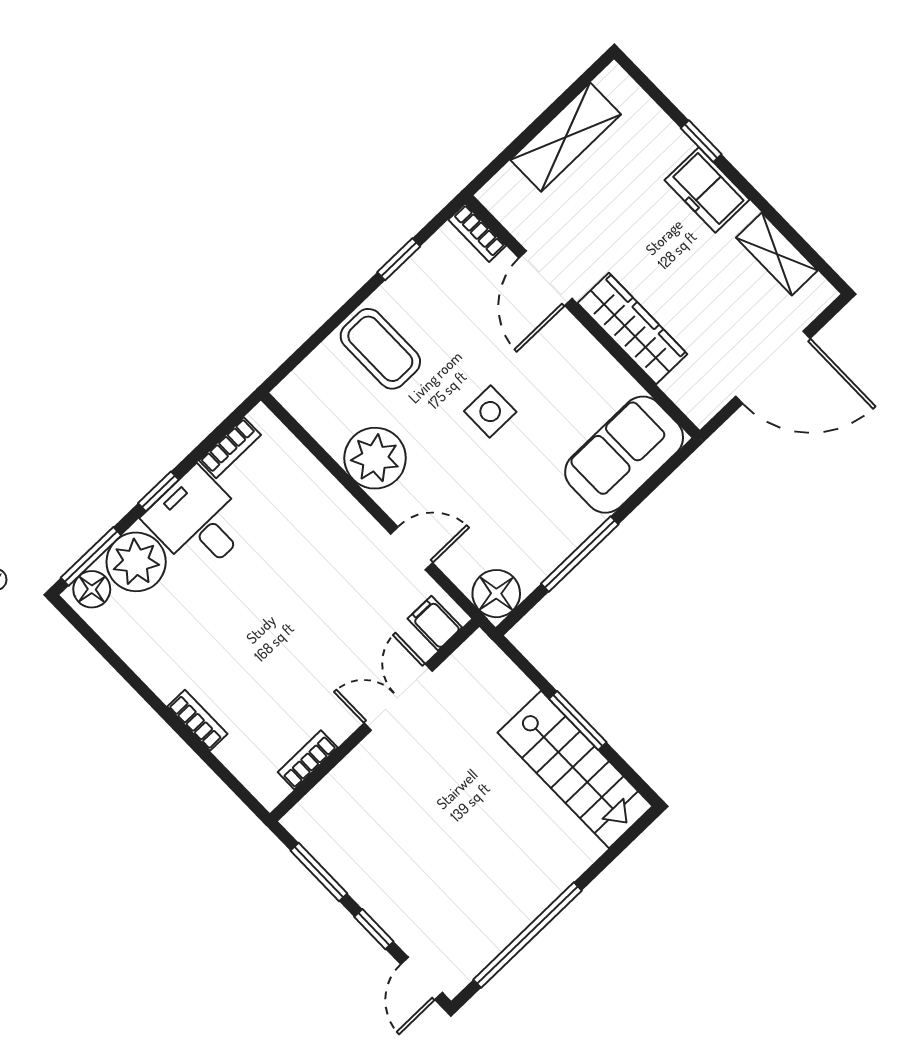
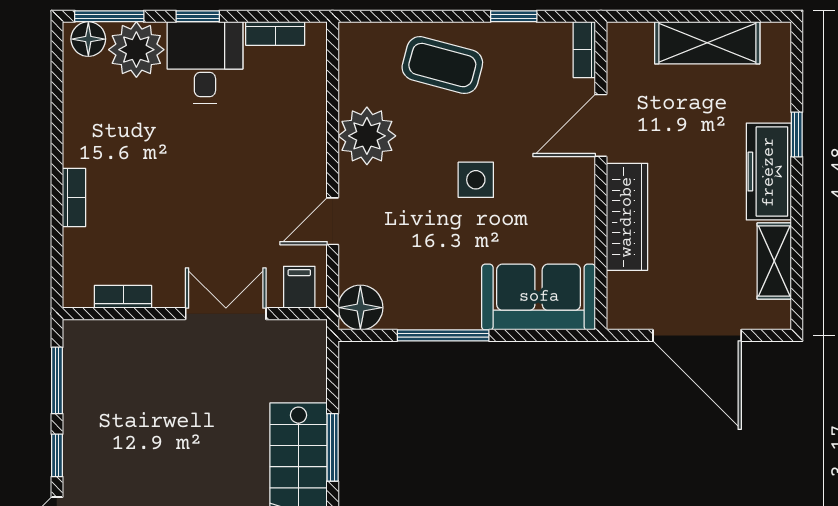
freezer: (707, 190) -> (769, 172), width x1.40
coffee table: (380, 349) -> (442, 65), turned -75
door: (412, 548) -> (333, 221), swing flipped

